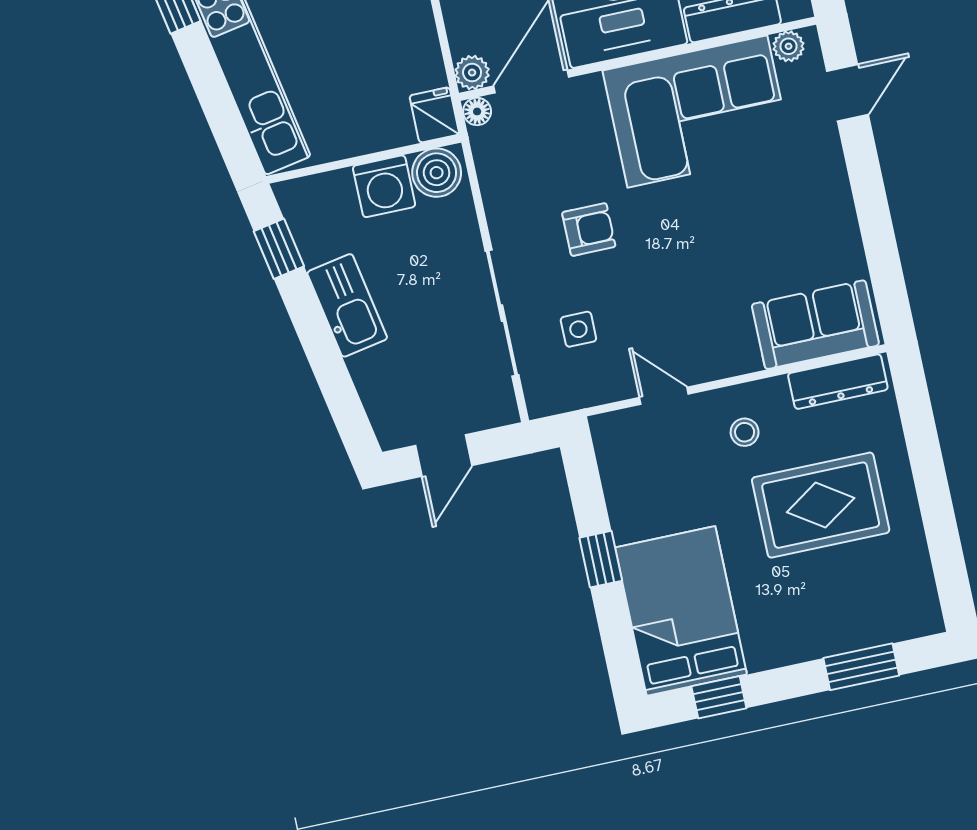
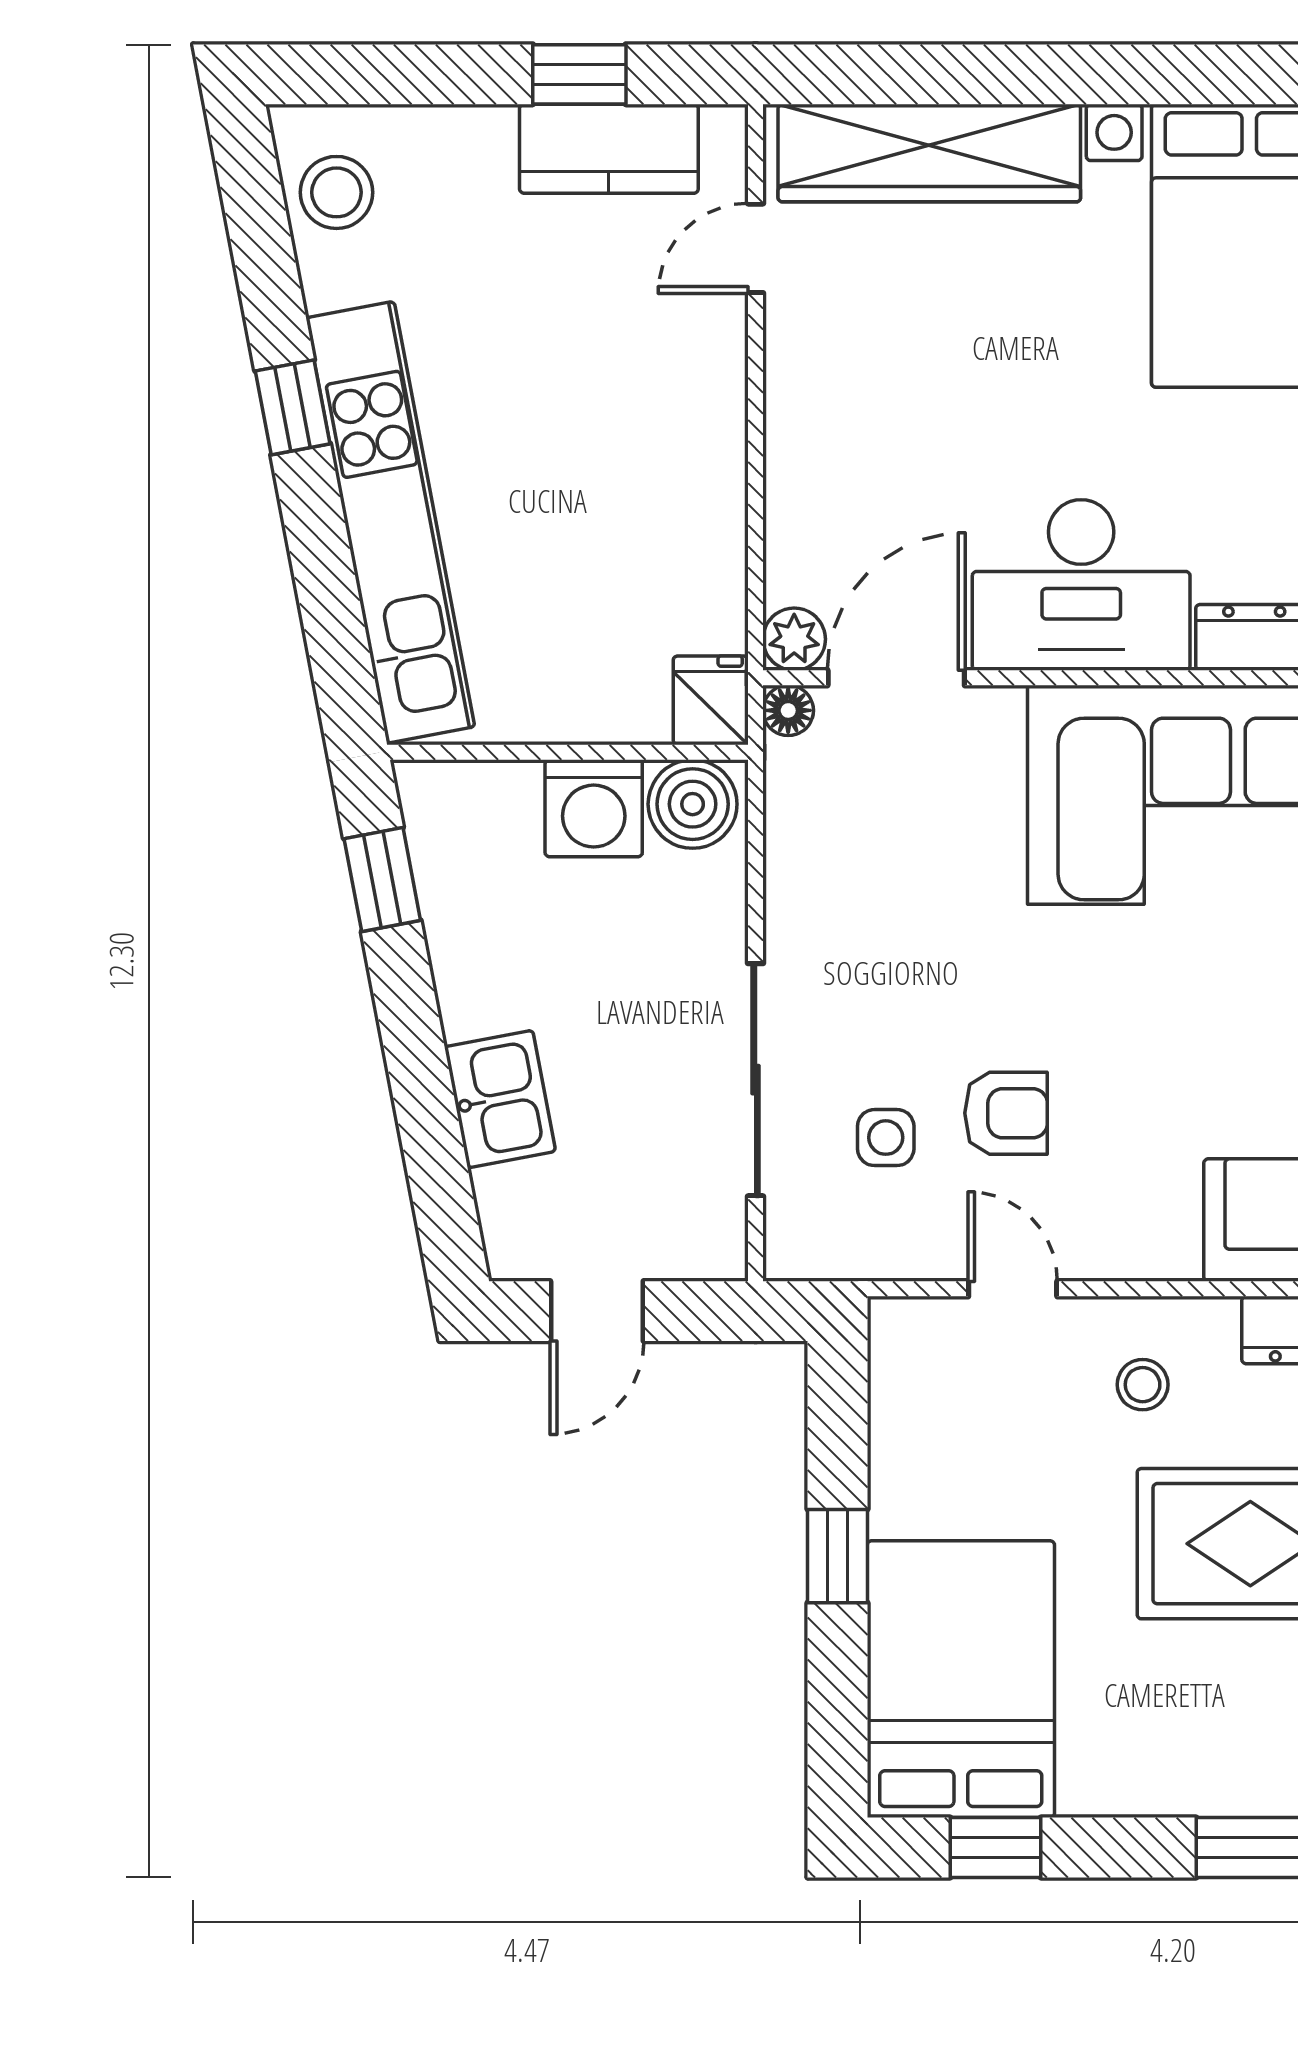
armchair: (589, 230) -> (1006, 1113), moved
kitchen sink: (347, 305) -> (500, 1099), moved, width x0.73

